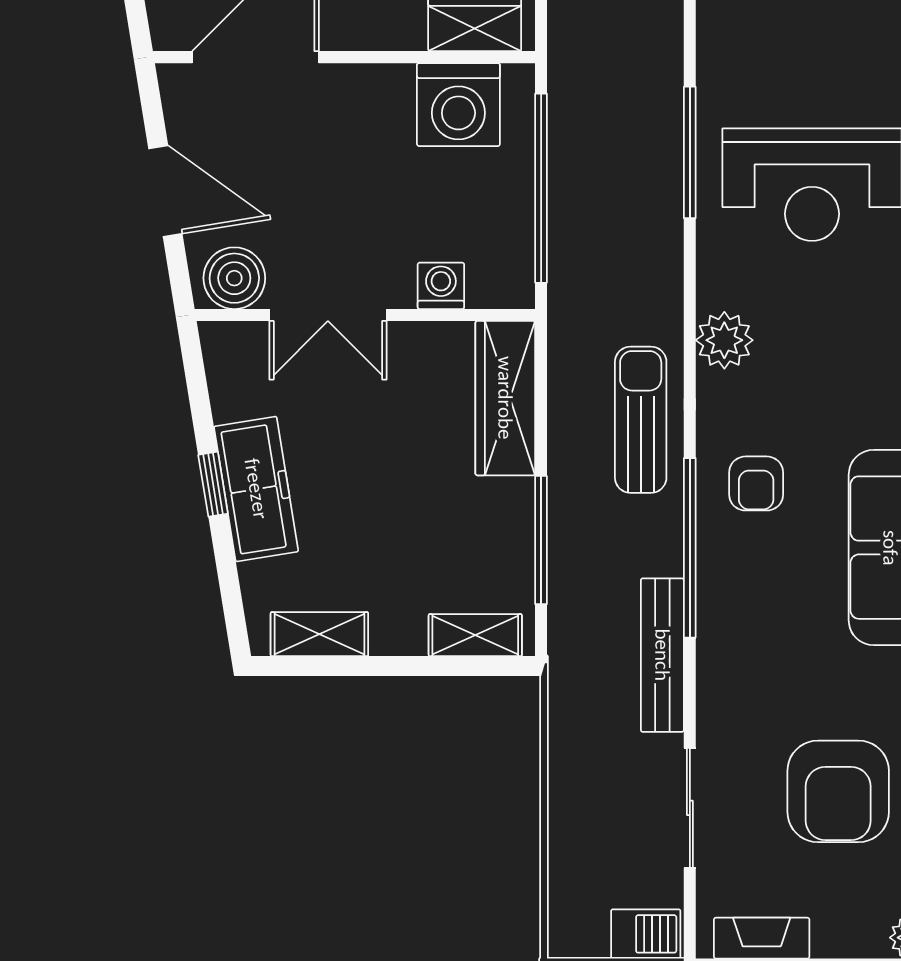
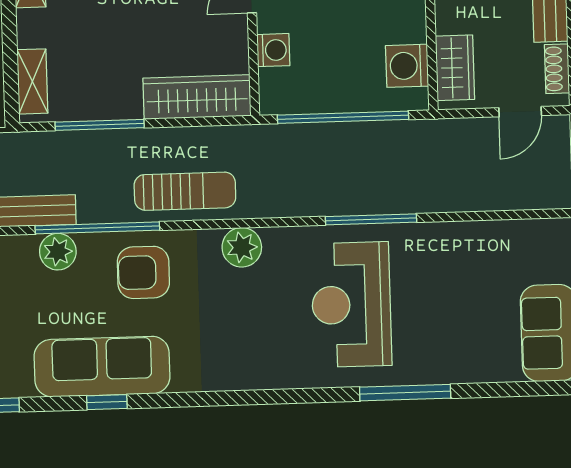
washing machine: (458, 105) -> (407, 66), width x0.73, depth x0.73
armchair: (756, 483) -> (143, 272), width x1.38, depth x1.38
plant: (722, 606) -> (58, 252), added

